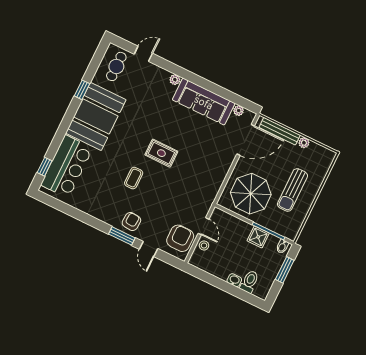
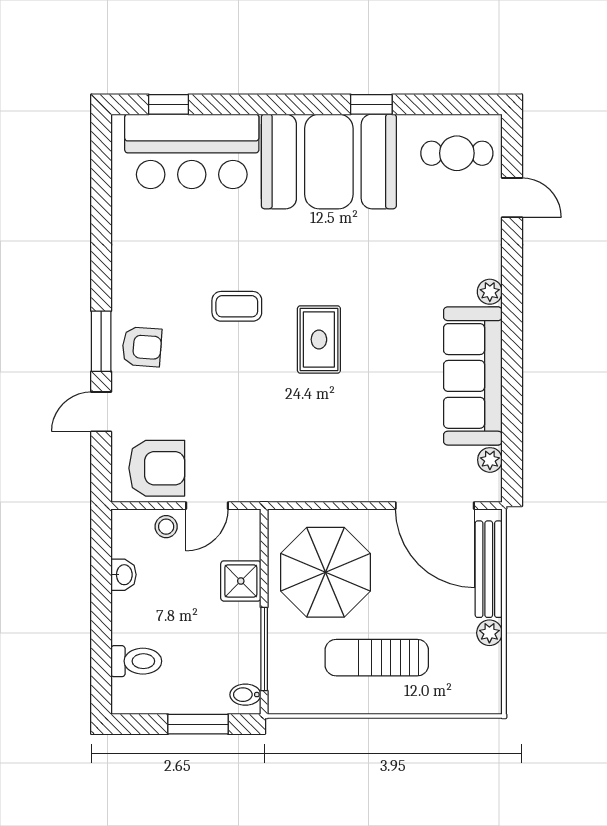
shower: (258, 237) -> (241, 581), moved
washbasin: (234, 280) -> (124, 575), moved

